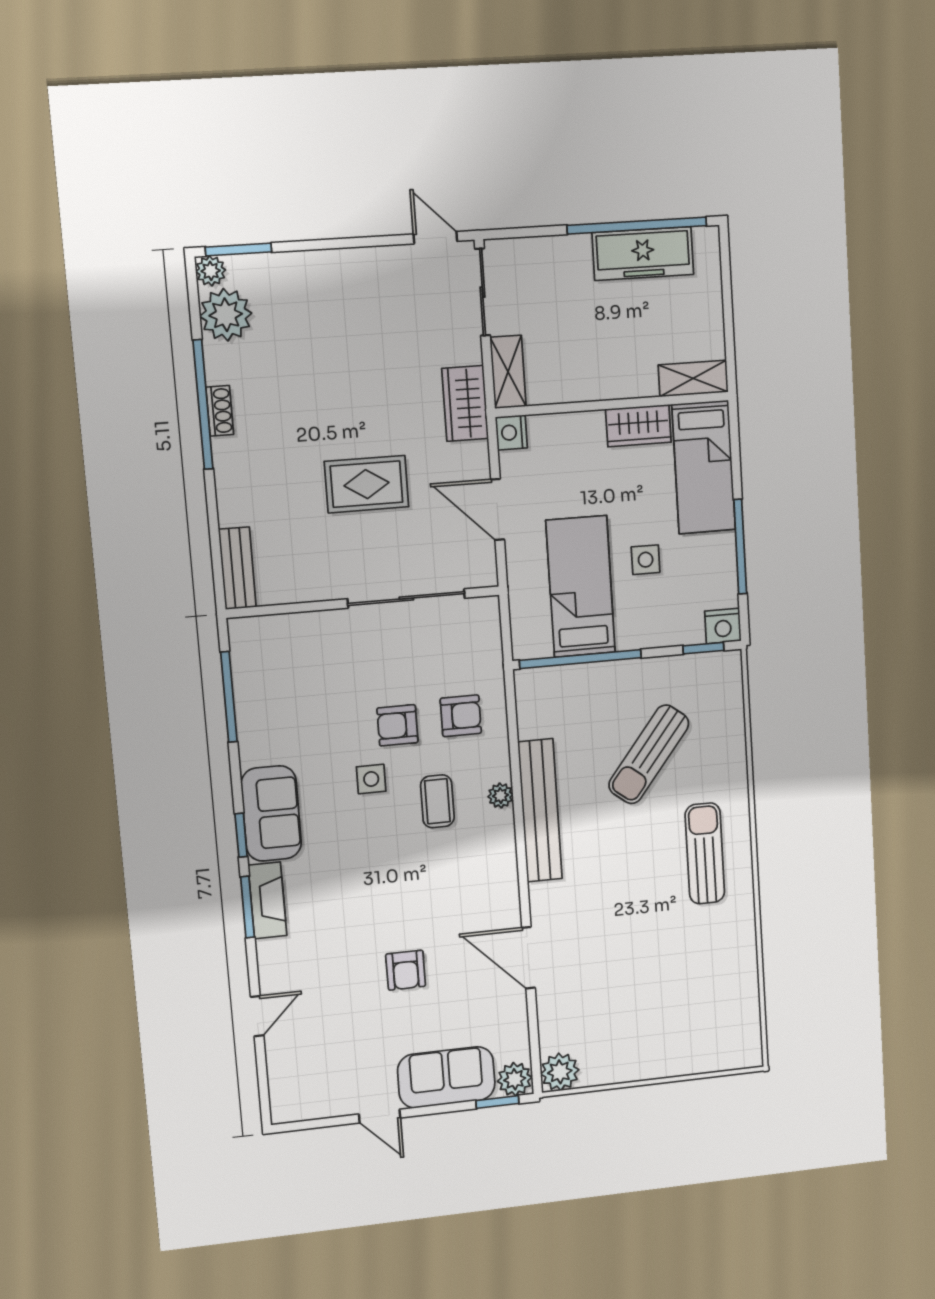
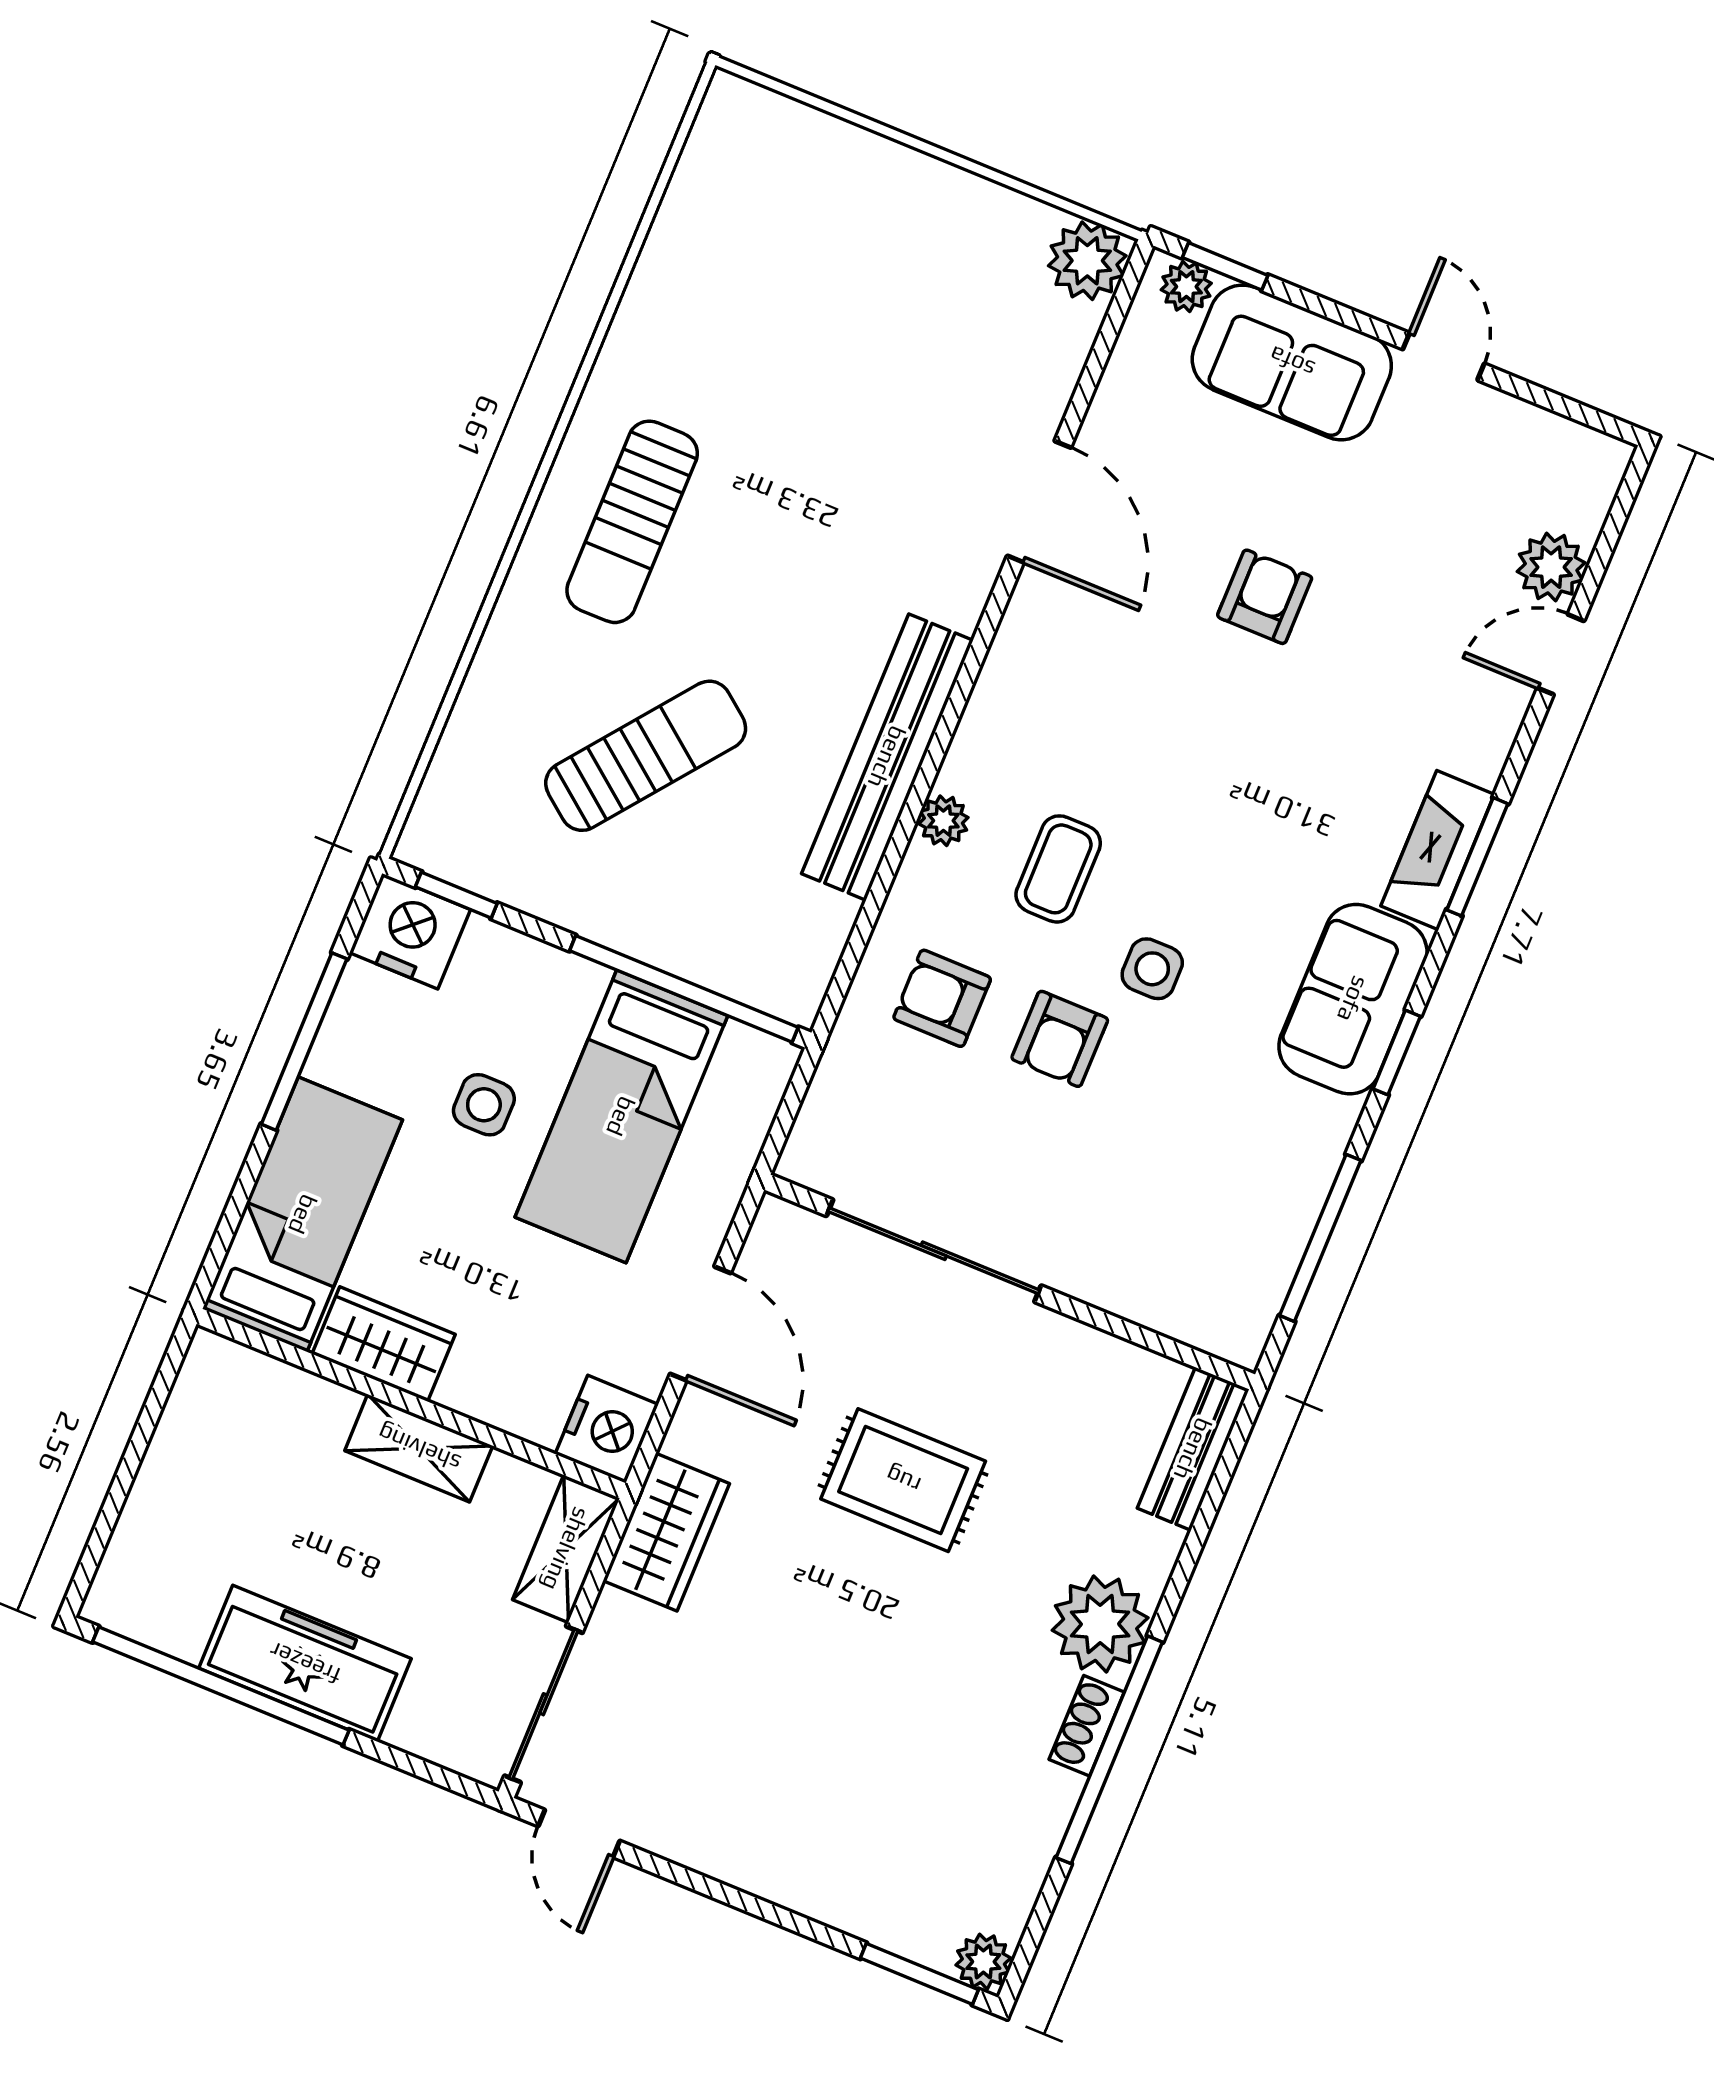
freezer: (643, 254) -> (305, 1663), moved
plant: (226, 315) -> (1100, 1624), moved
shelving: (693, 378) -> (419, 1448), moved
nightstand: (511, 432) -> (607, 1429), width x1.36, depth x1.33
nightstand: (723, 626) -> (410, 931), width x1.36, depth x1.33
armchair: (397, 725) -> (1060, 1039), turned 90
window: (241, 835) -> (1397, 1053), moved
plant: (282, 1052) -> (1551, 567), added
plant: (515, 1079) -> (1186, 287), width x0.73, depth x0.73

